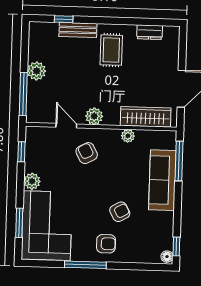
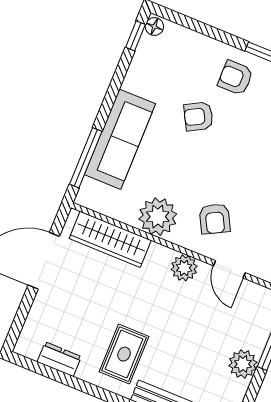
plant: (128, 136) -> (158, 217), width x1.87, depth x1.87

